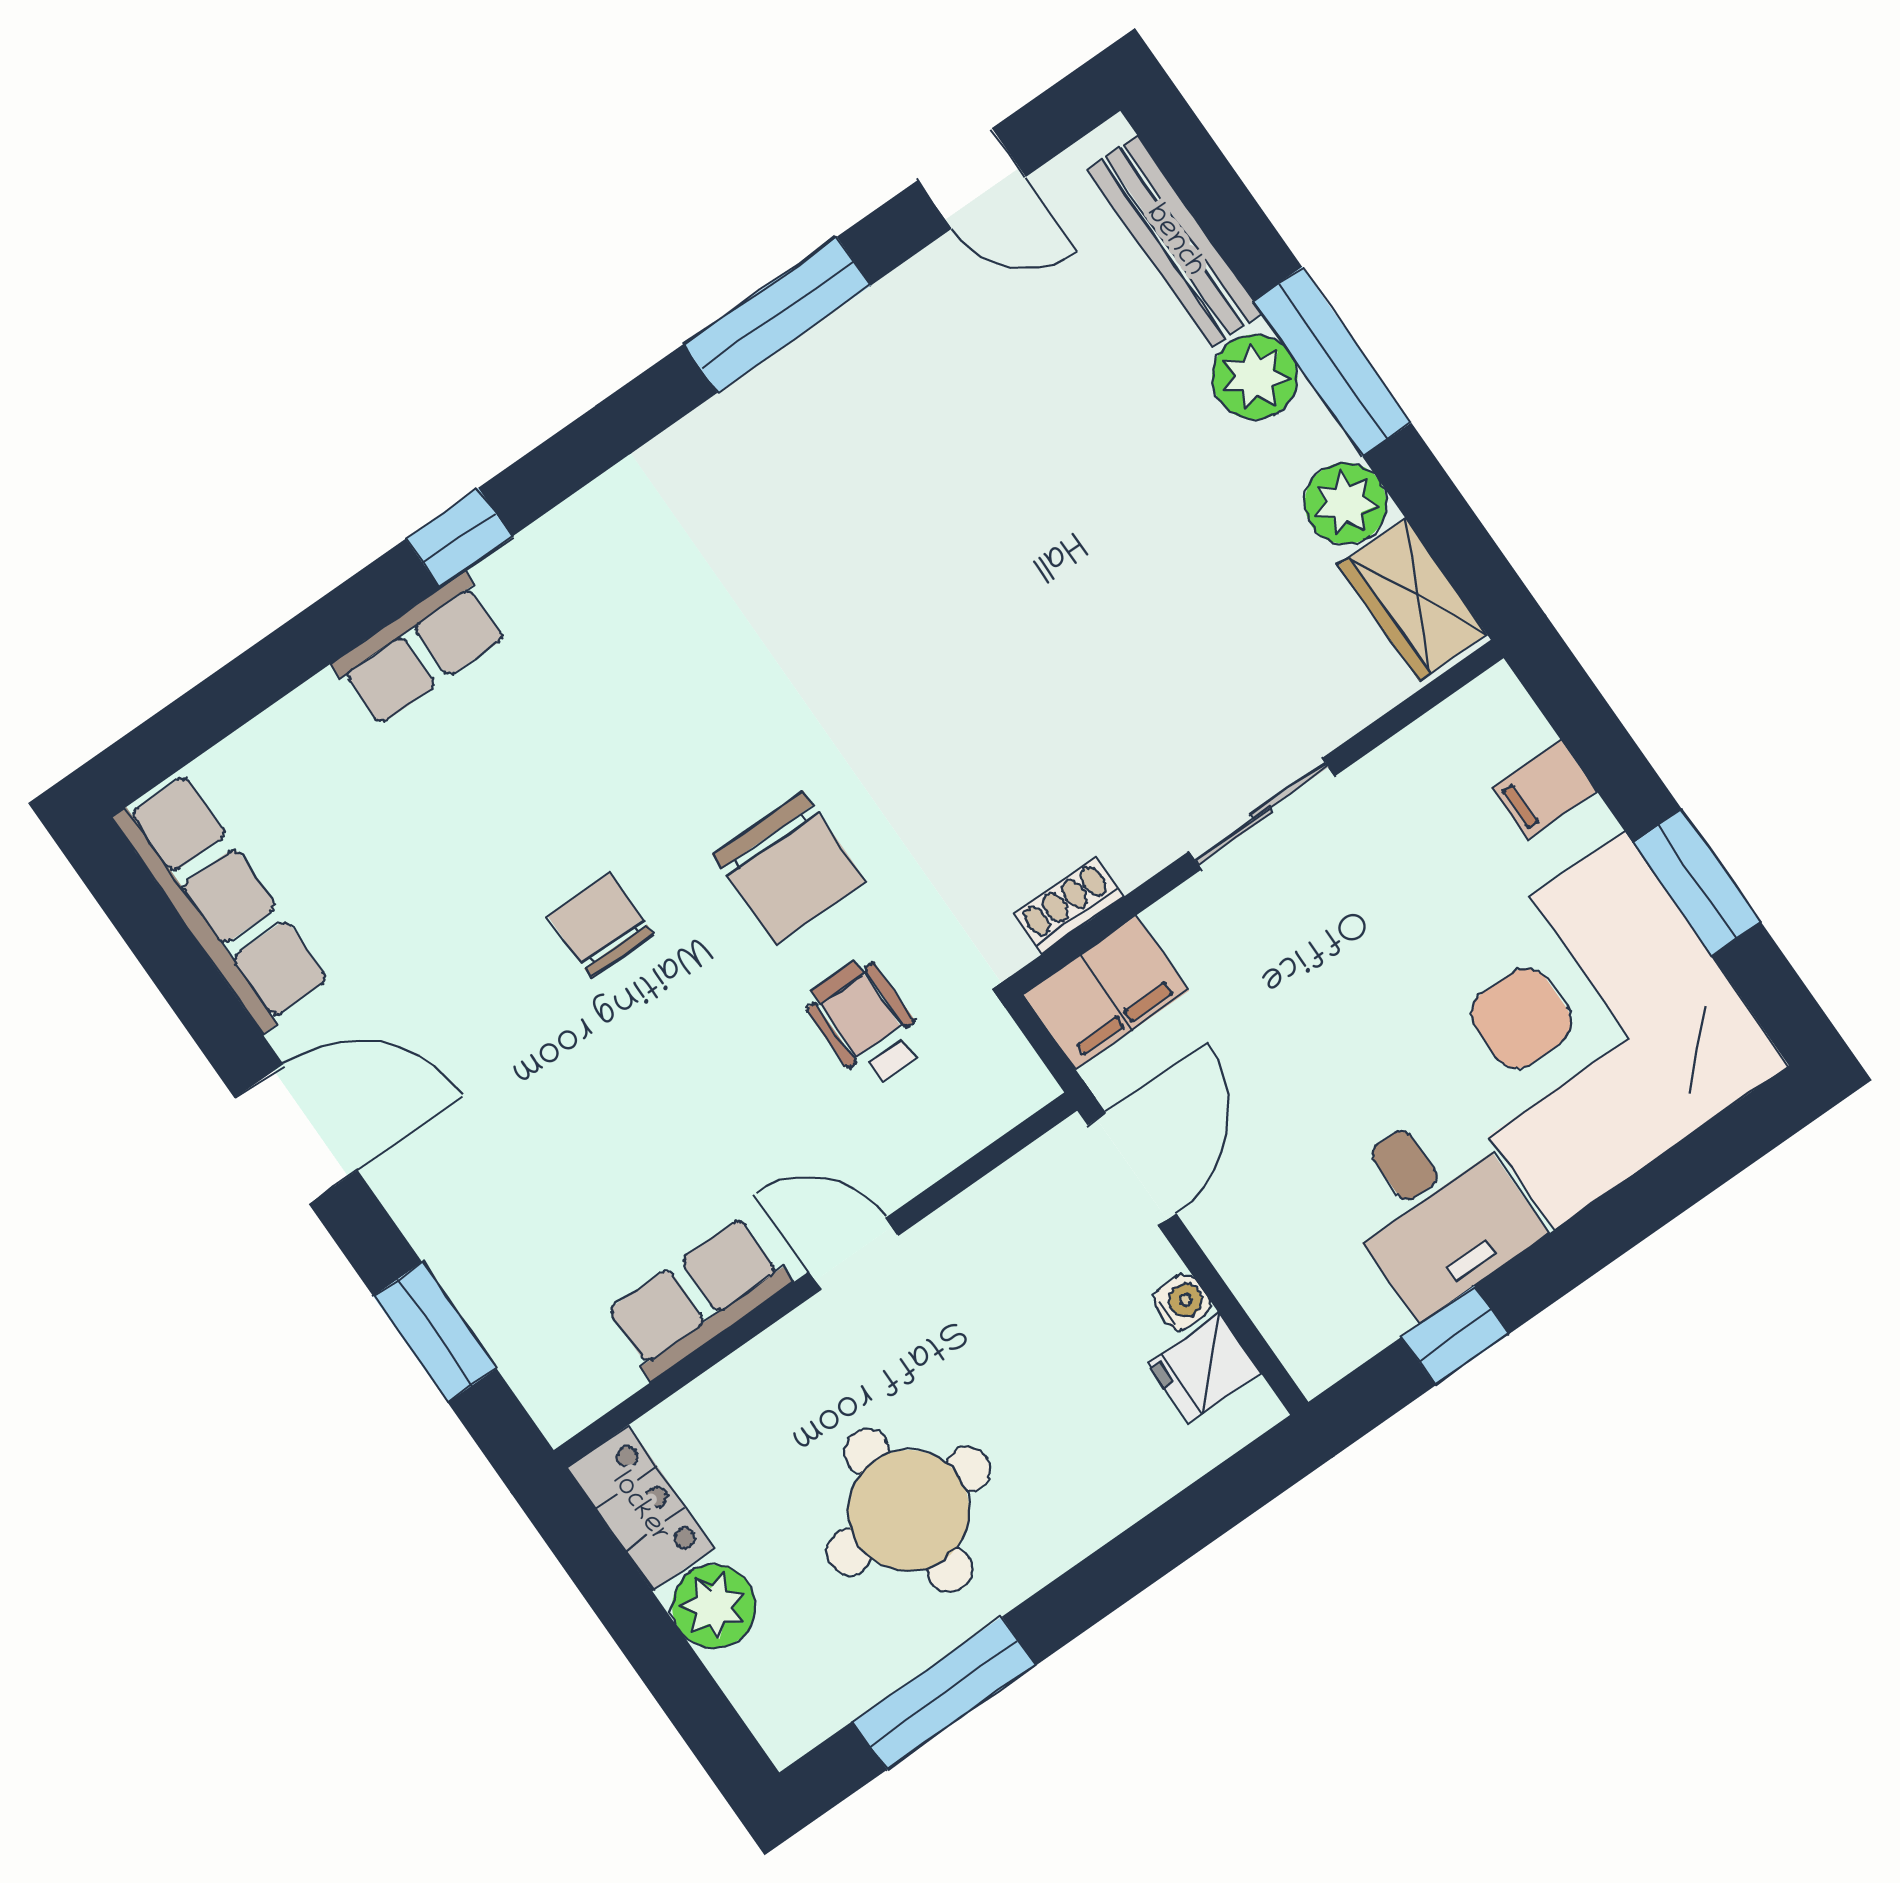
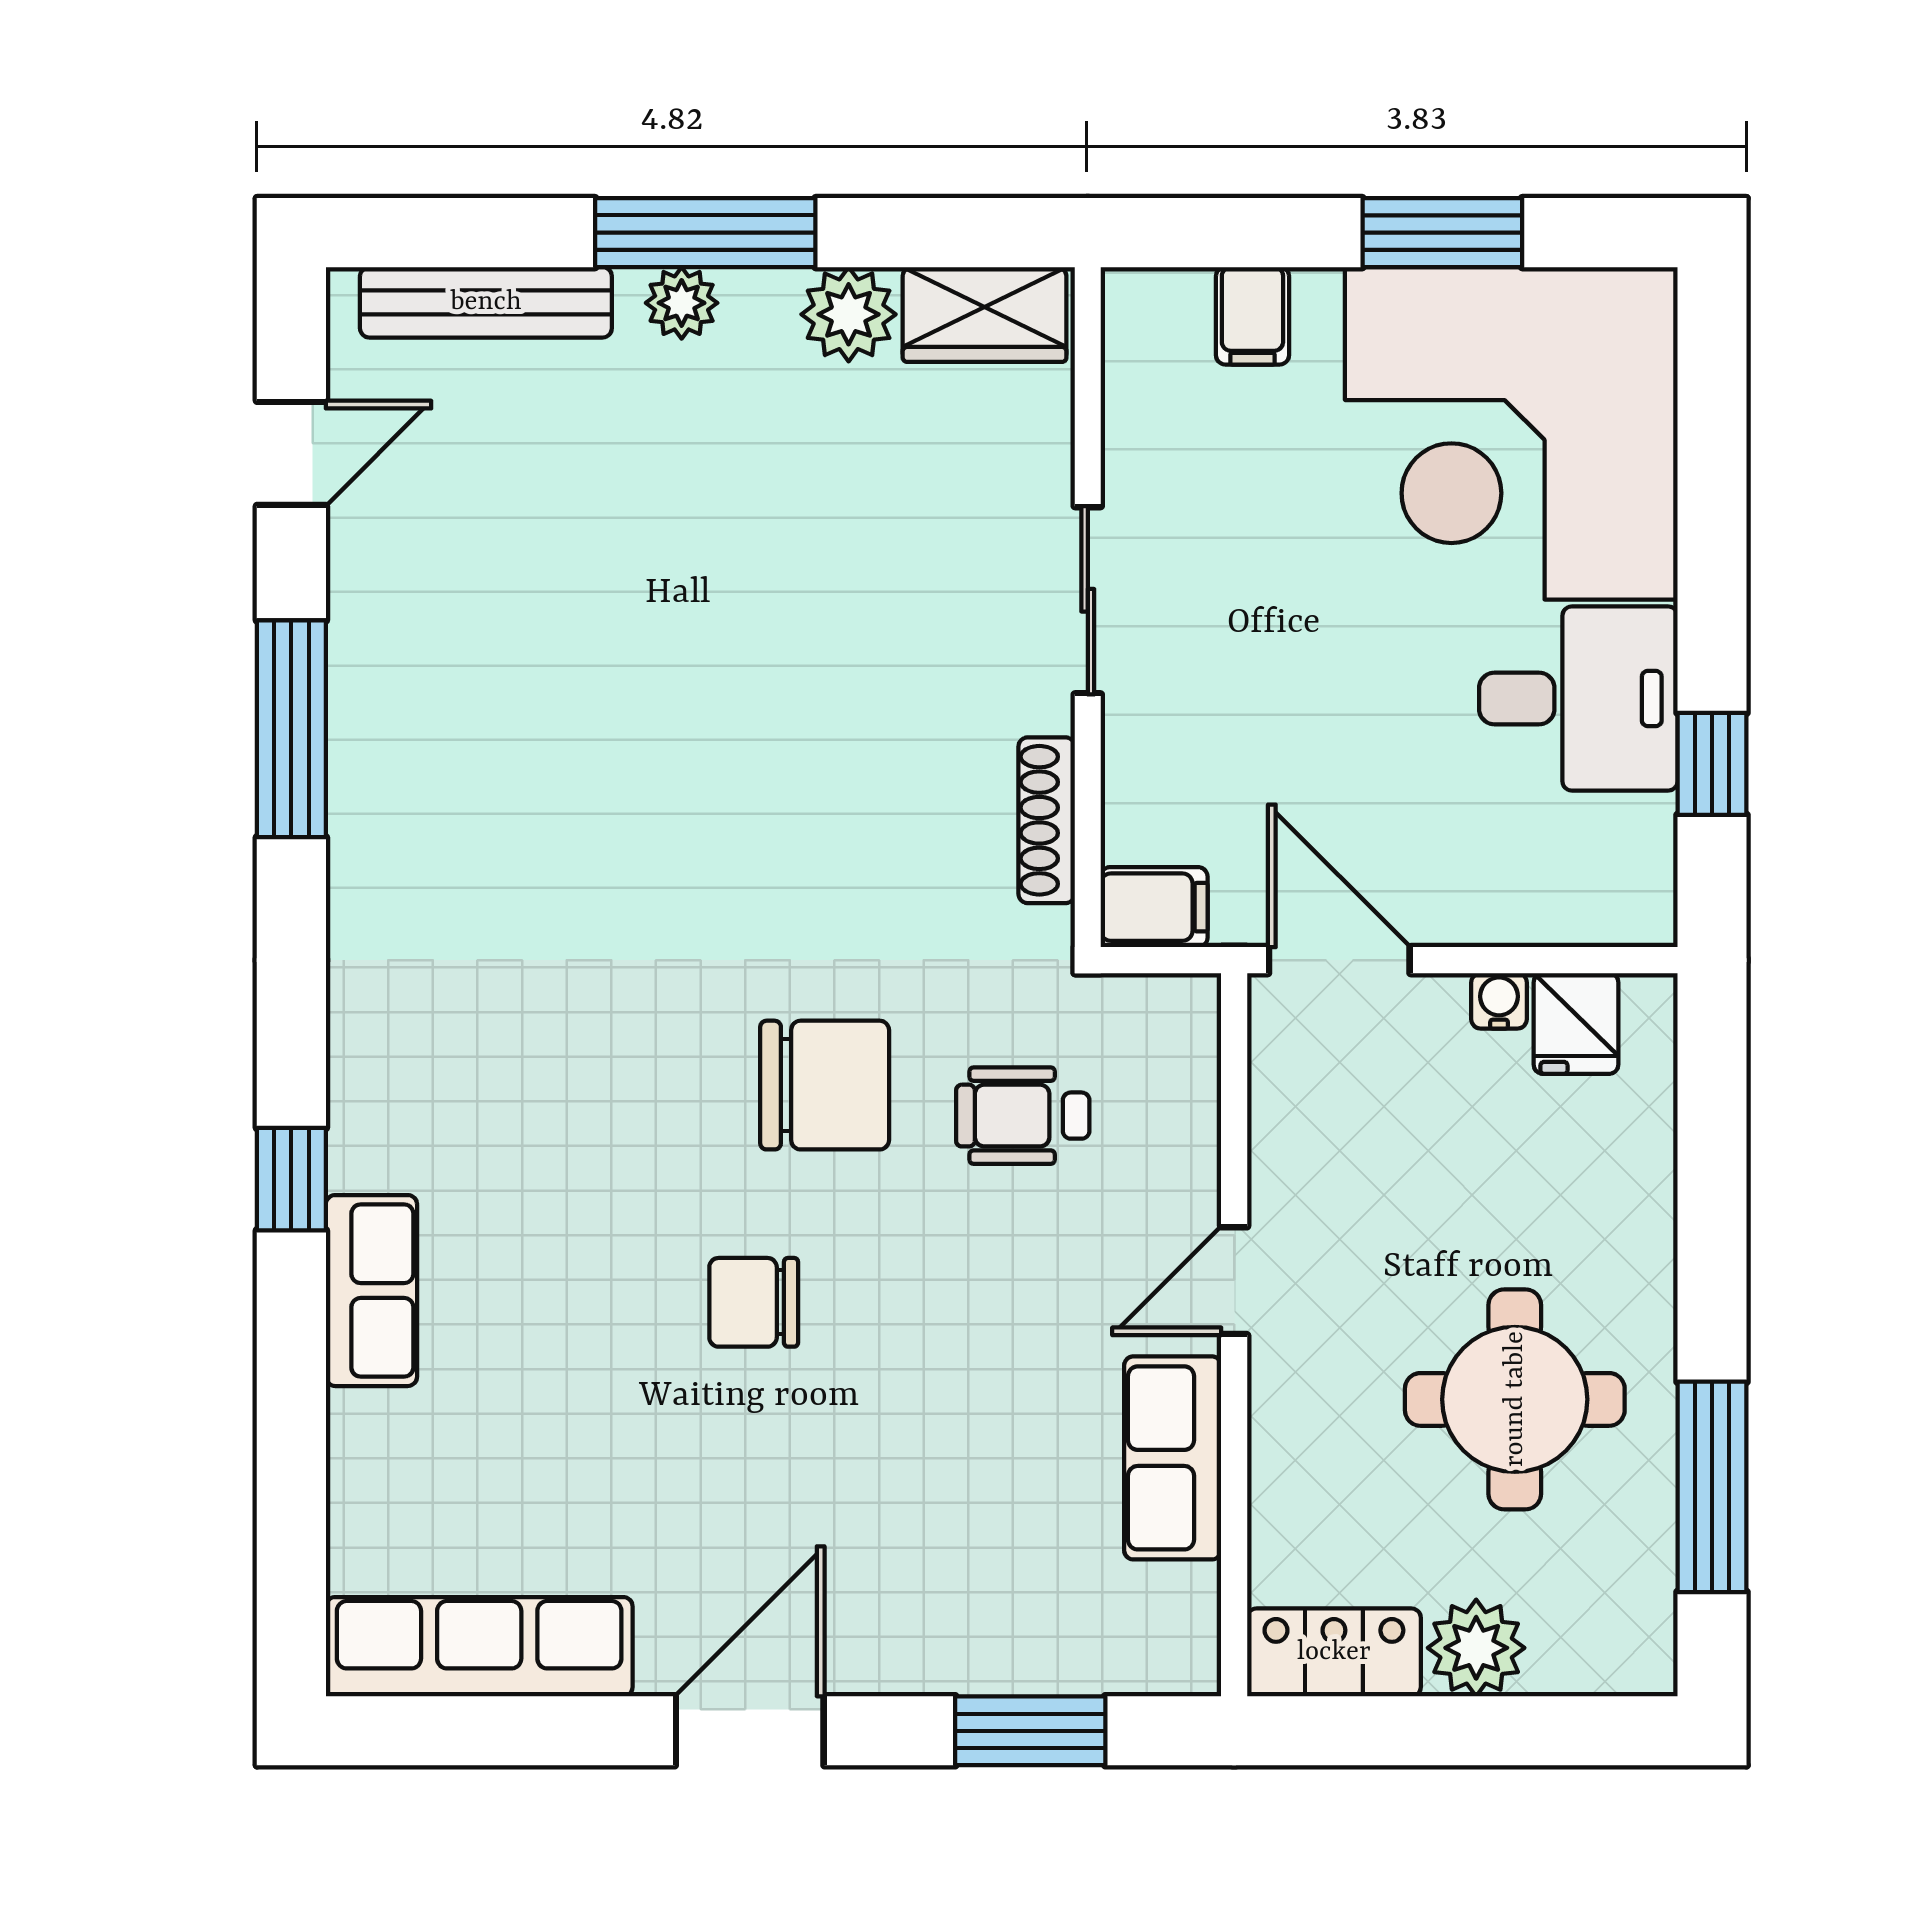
plant: (1255, 377) -> (682, 303), width x0.73, depth x0.73
shoe rack: (1068, 906) -> (1047, 820), width x1.43
filing cabinet: (1106, 993) -> (1154, 907), width x0.50

